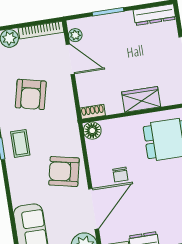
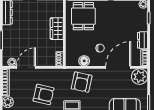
floor lamp: (92, 131) -> (84, 61), moved
armchair: (64, 172) -> (82, 82), moved
door: (94, 209) -> (118, 67), hinge flipped

